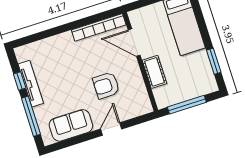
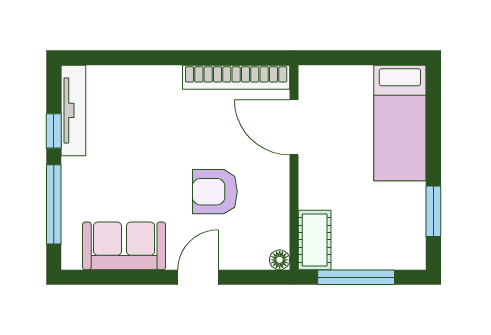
cot: (154, 72) -> (315, 240), moved
tv unit: (31, 84) -> (73, 110), moved
floor lamp: (148, 108) -> (280, 260), added

